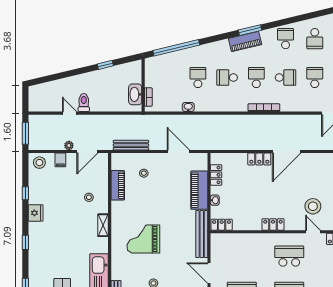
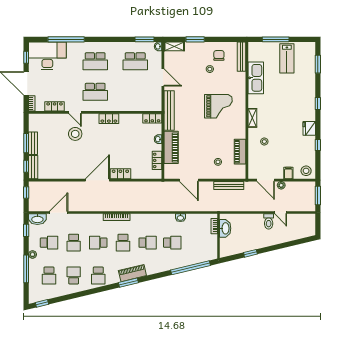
school desk: (198, 78) -> (172, 243), turned -90
door: (87, 151) -> (266, 180), swing flipped

